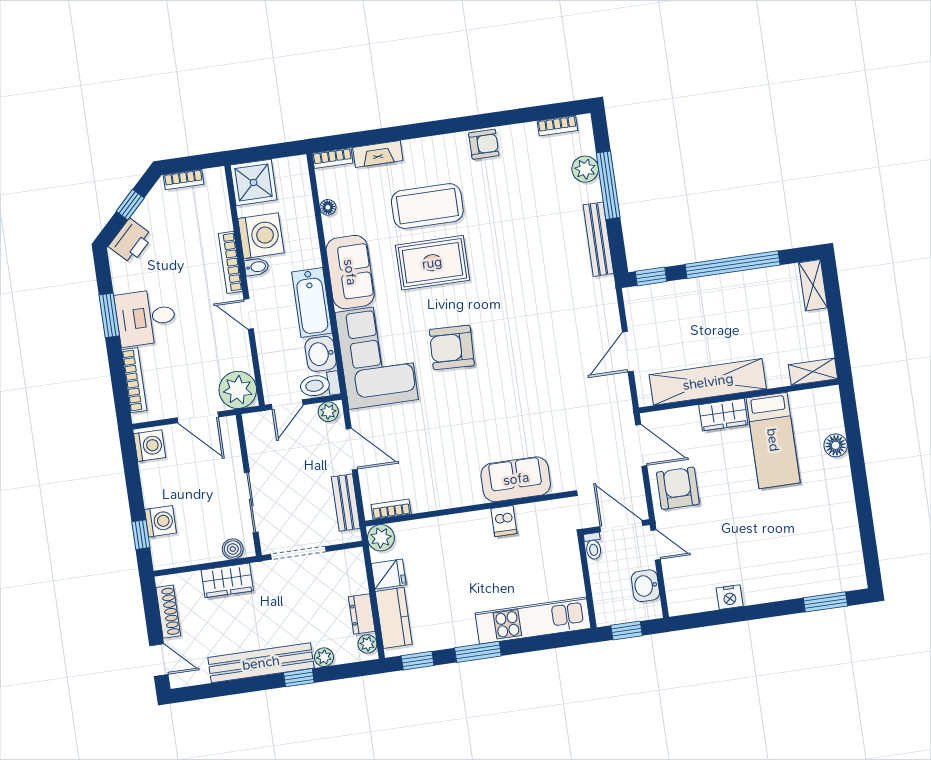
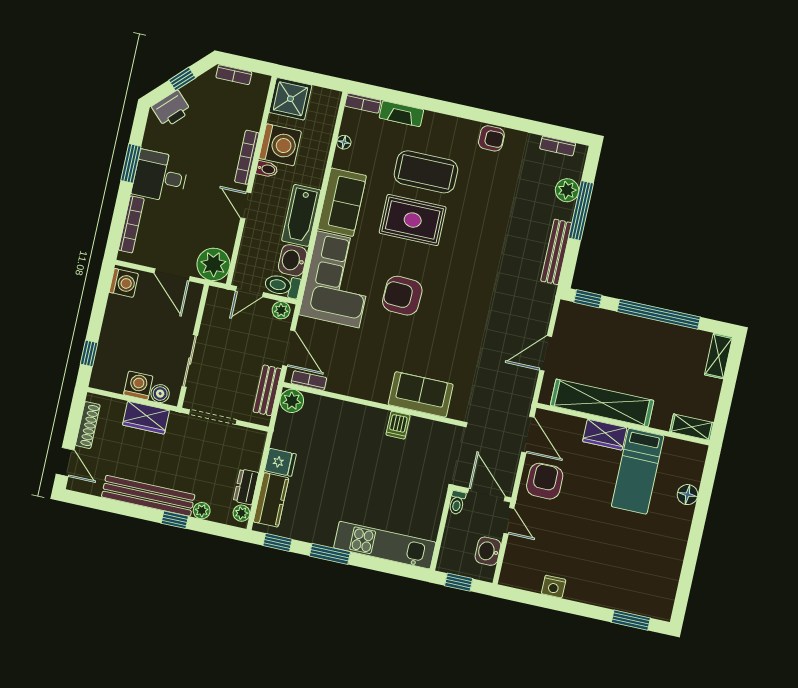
sofa: (516, 479) -> (421, 394), moved
bookcase: (391, 509) -> (309, 381), moved
wall: (468, 509) -> (373, 404), moved
washing machine: (160, 521) -> (138, 385), moved, turned -90
dishwasher: (504, 521) -> (398, 425), moved
plant: (381, 538) -> (292, 401), moved

